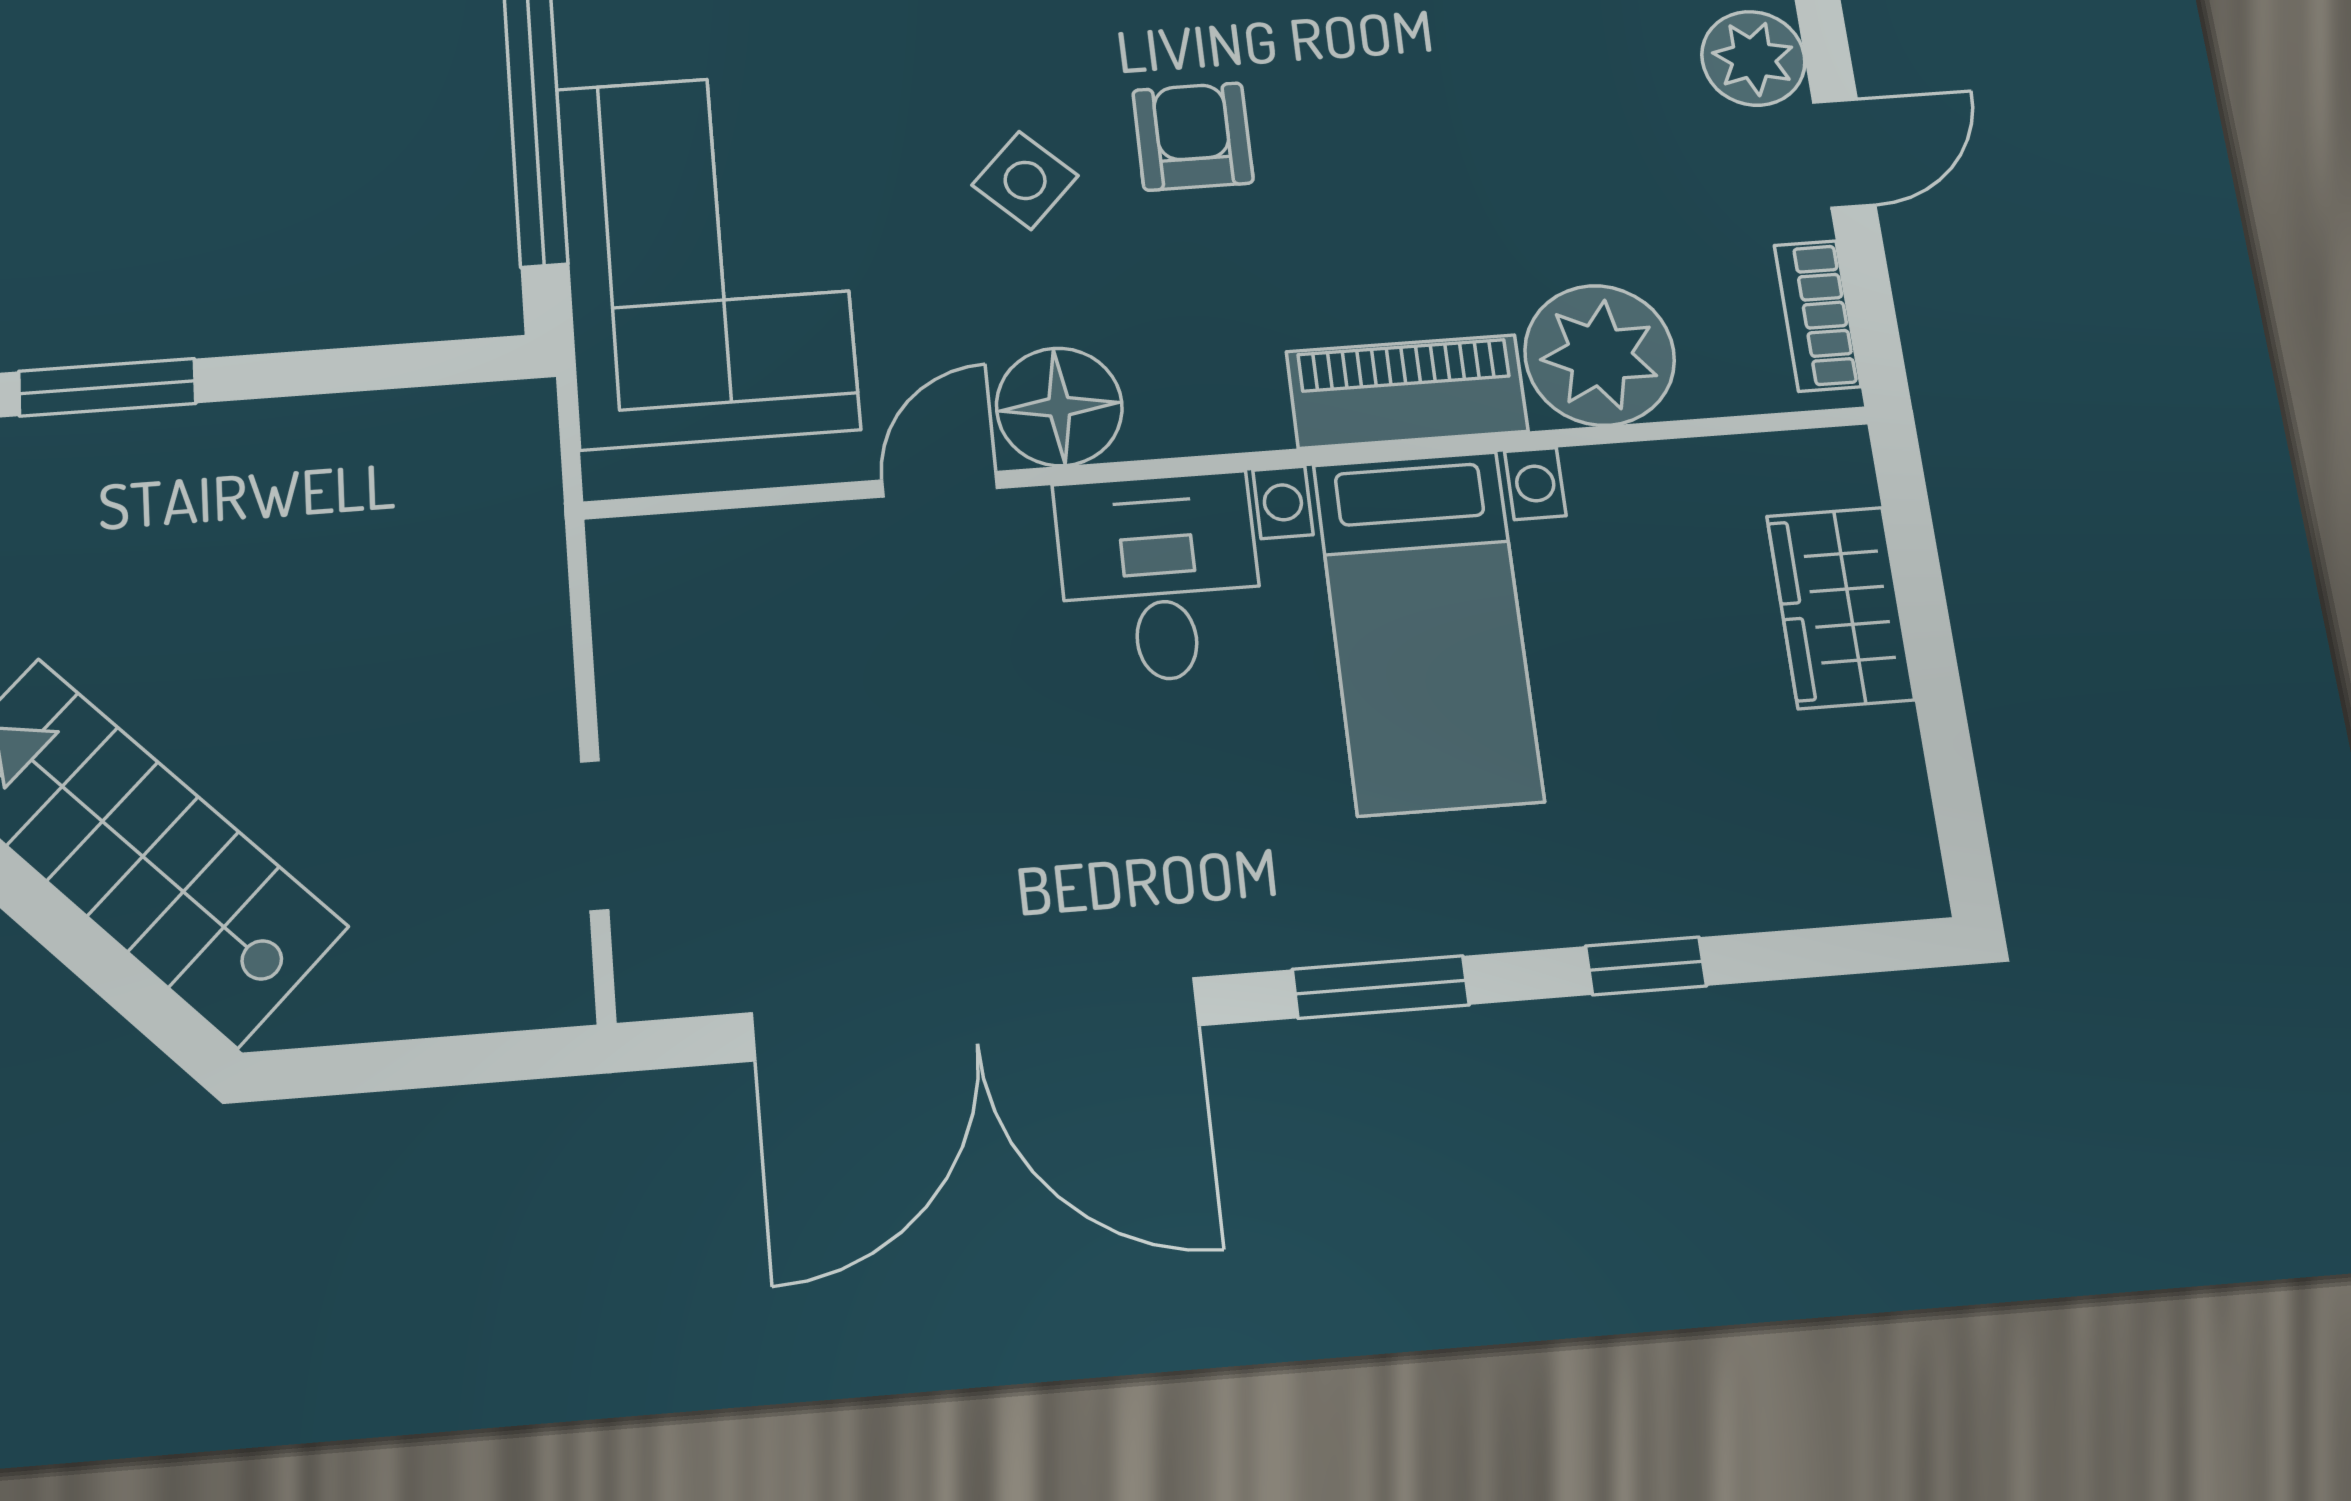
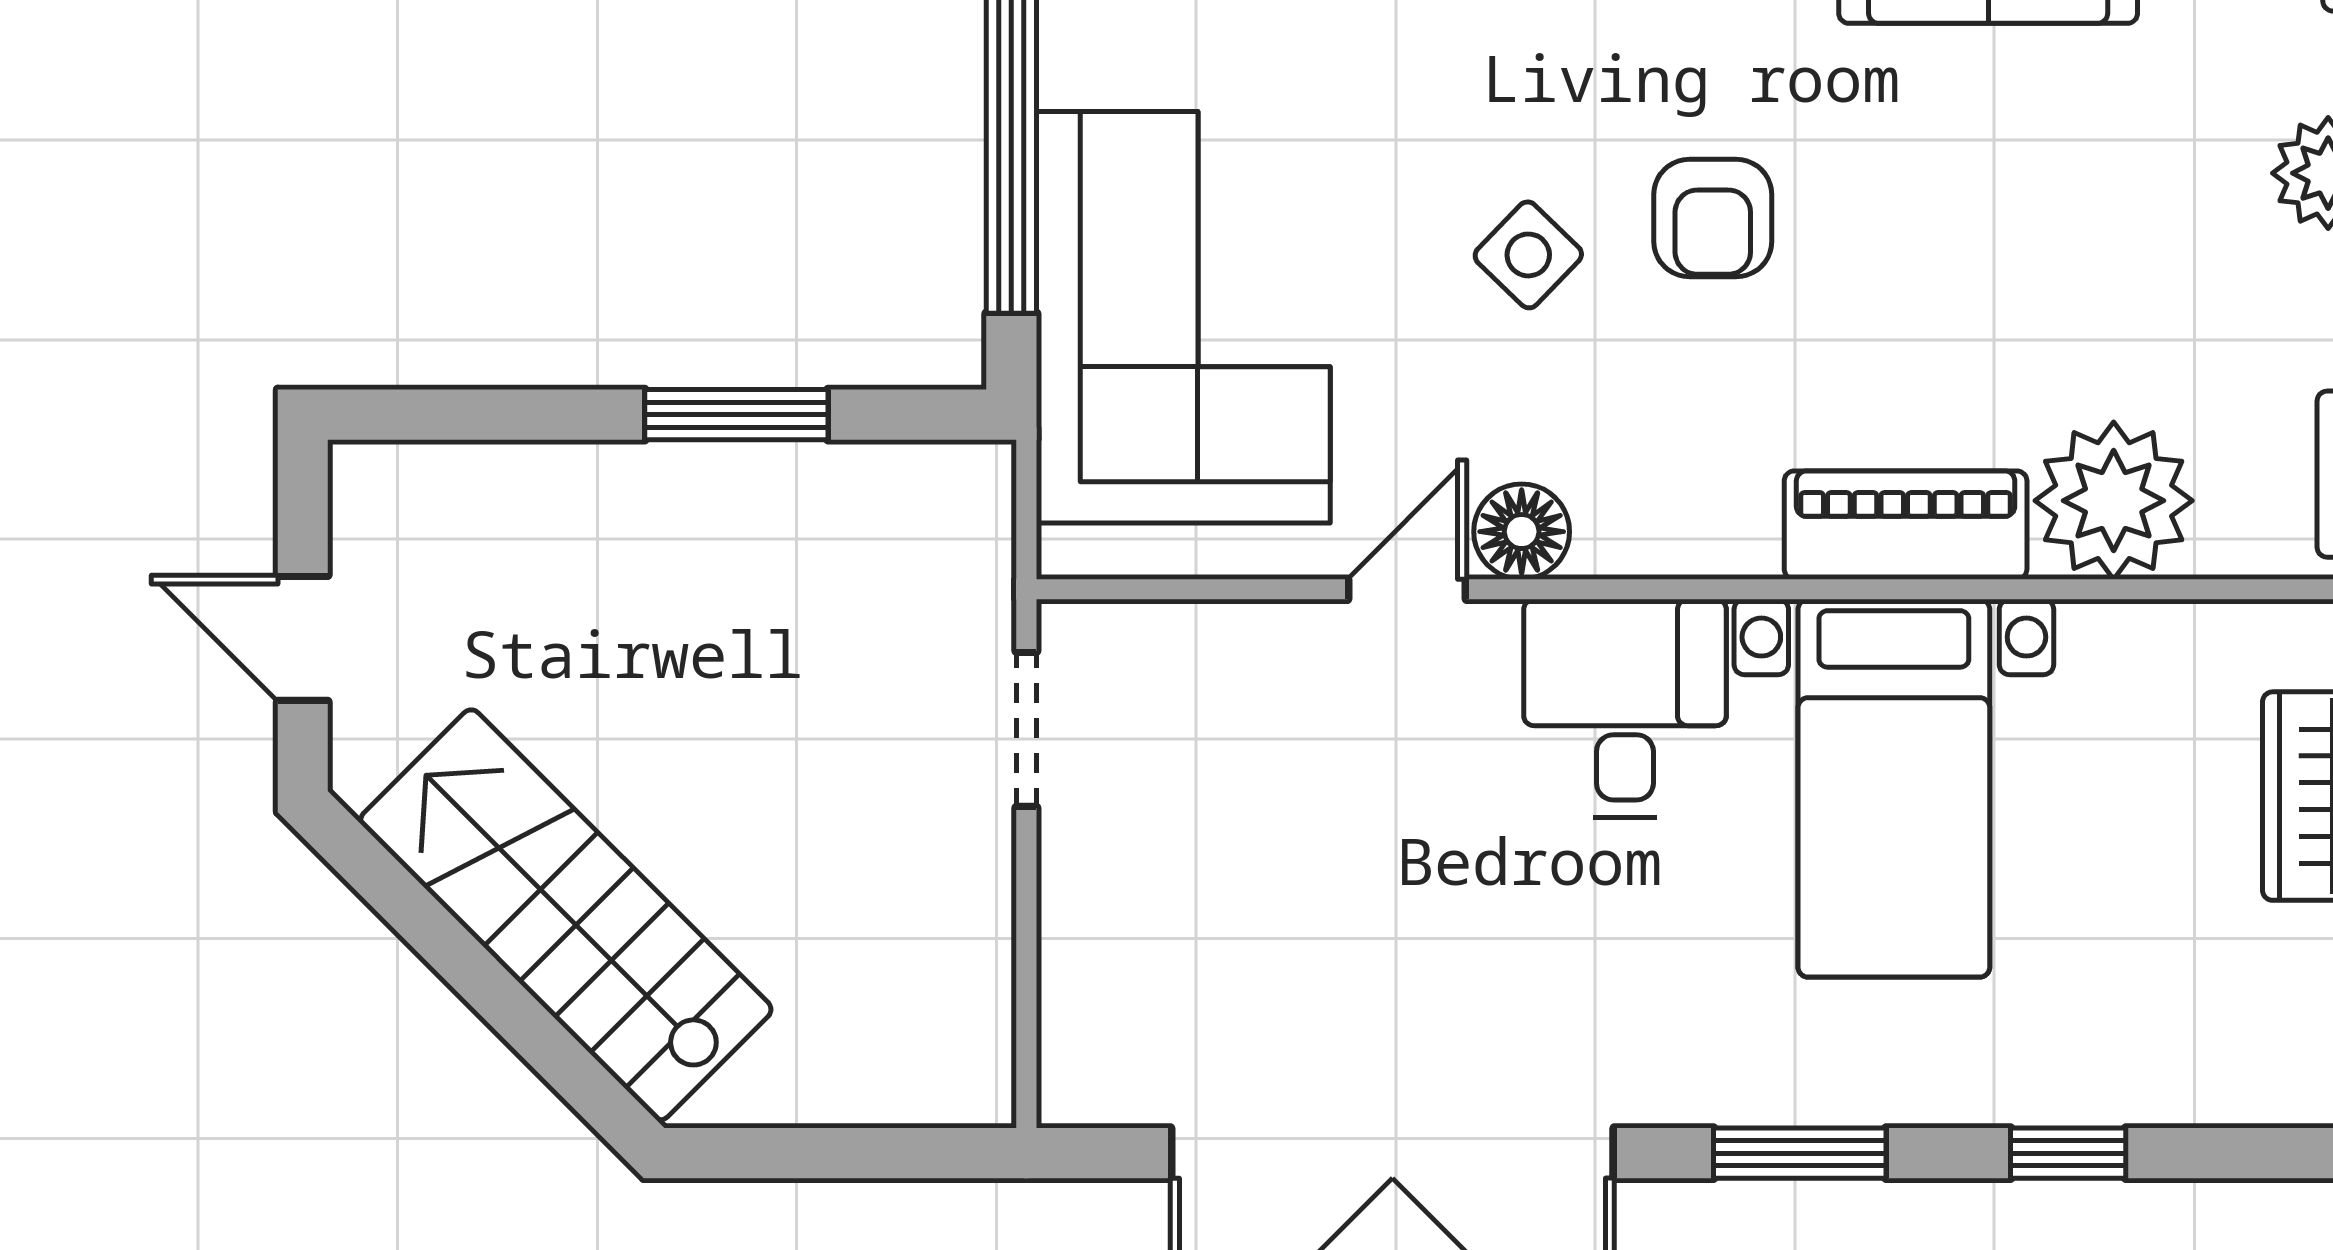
armchair: (1193, 137) -> (1713, 218), turned 180
window: (107, 387) -> (736, 415), moved
floor lamp: (1059, 407) -> (1522, 532), width x0.73, depth x0.73
doorway: (595, 835) -> (1026, 729), moved

